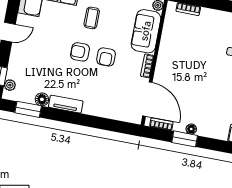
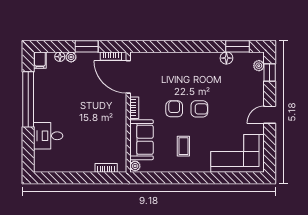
coffee table: (92, 18) -> (183, 146), moved
tv unit: (66, 104) -> (203, 58), removed
floor lamp: (191, 129) -> (60, 57), moved
plant: (203, 131) -> (71, 57), added

